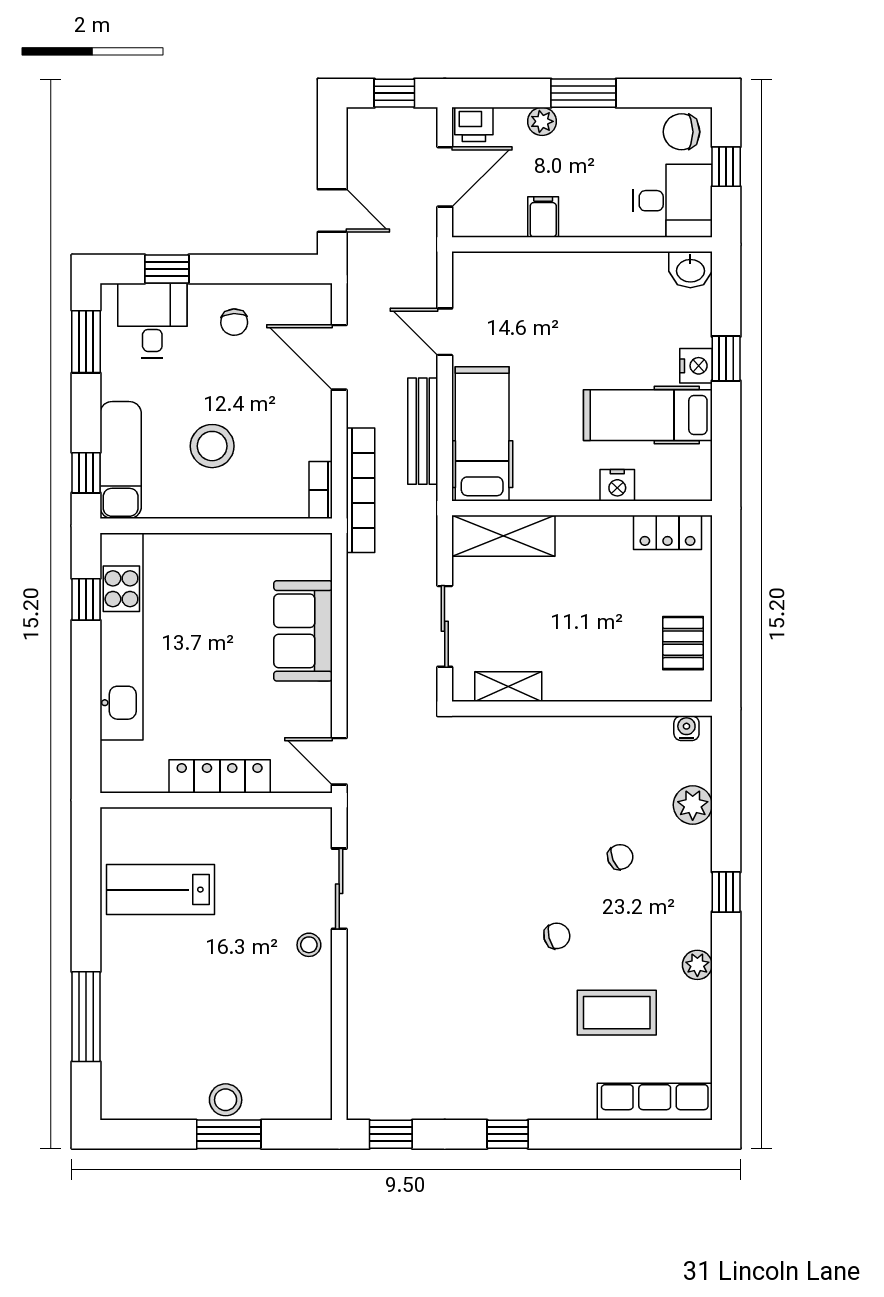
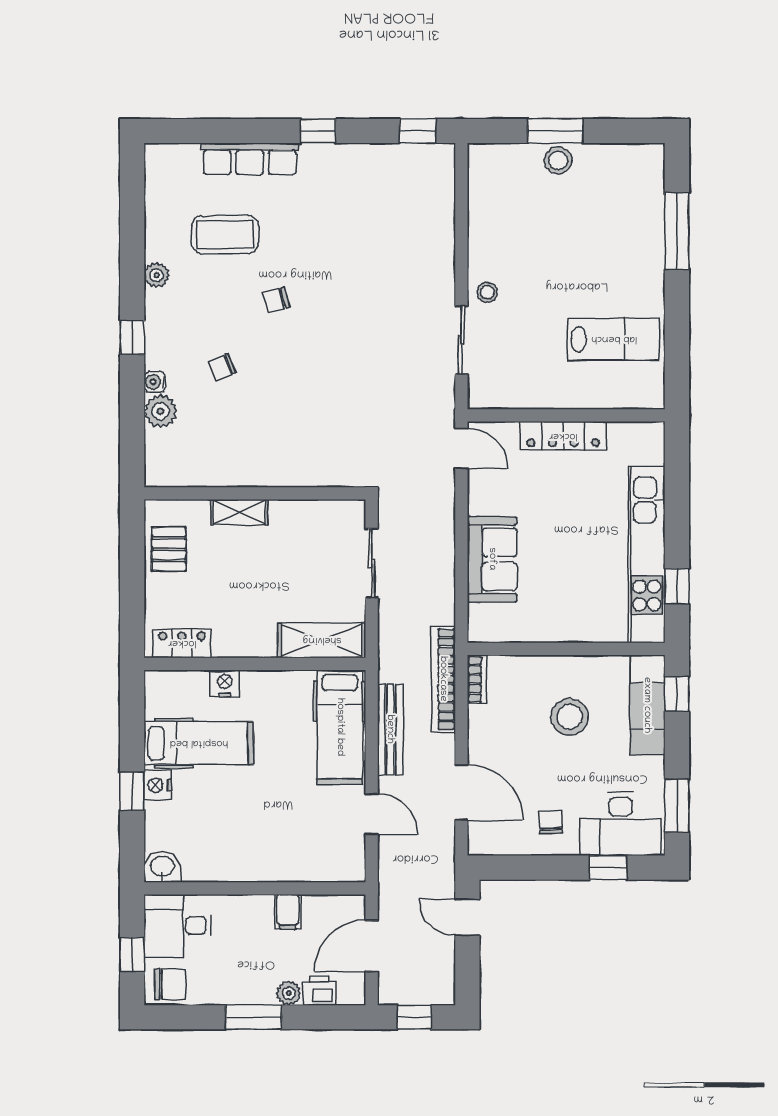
printer: (474, 124) -> (319, 991), moved
desk: (152, 320) -> (620, 824), width x1.37
shelving: (508, 687) -> (239, 512), moved
water cooler: (686, 728) -> (155, 382), moved, turned 90
row of seats: (655, 1102) -> (250, 159), moved

